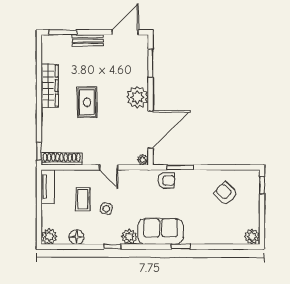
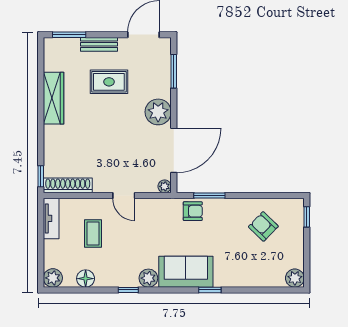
rug: (87, 102) -> (109, 82), moved, turned 90
side table: (106, 209) -> (121, 245), removed

